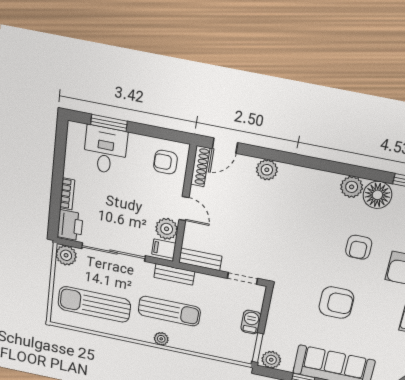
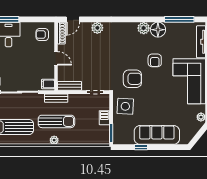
plant: (167, 229) -> (48, 72), removed
armchair: (336, 303) -> (132, 79), moved
side table: (290, 312) -> (125, 106), added
plant: (271, 360) -> (120, 139), removed

